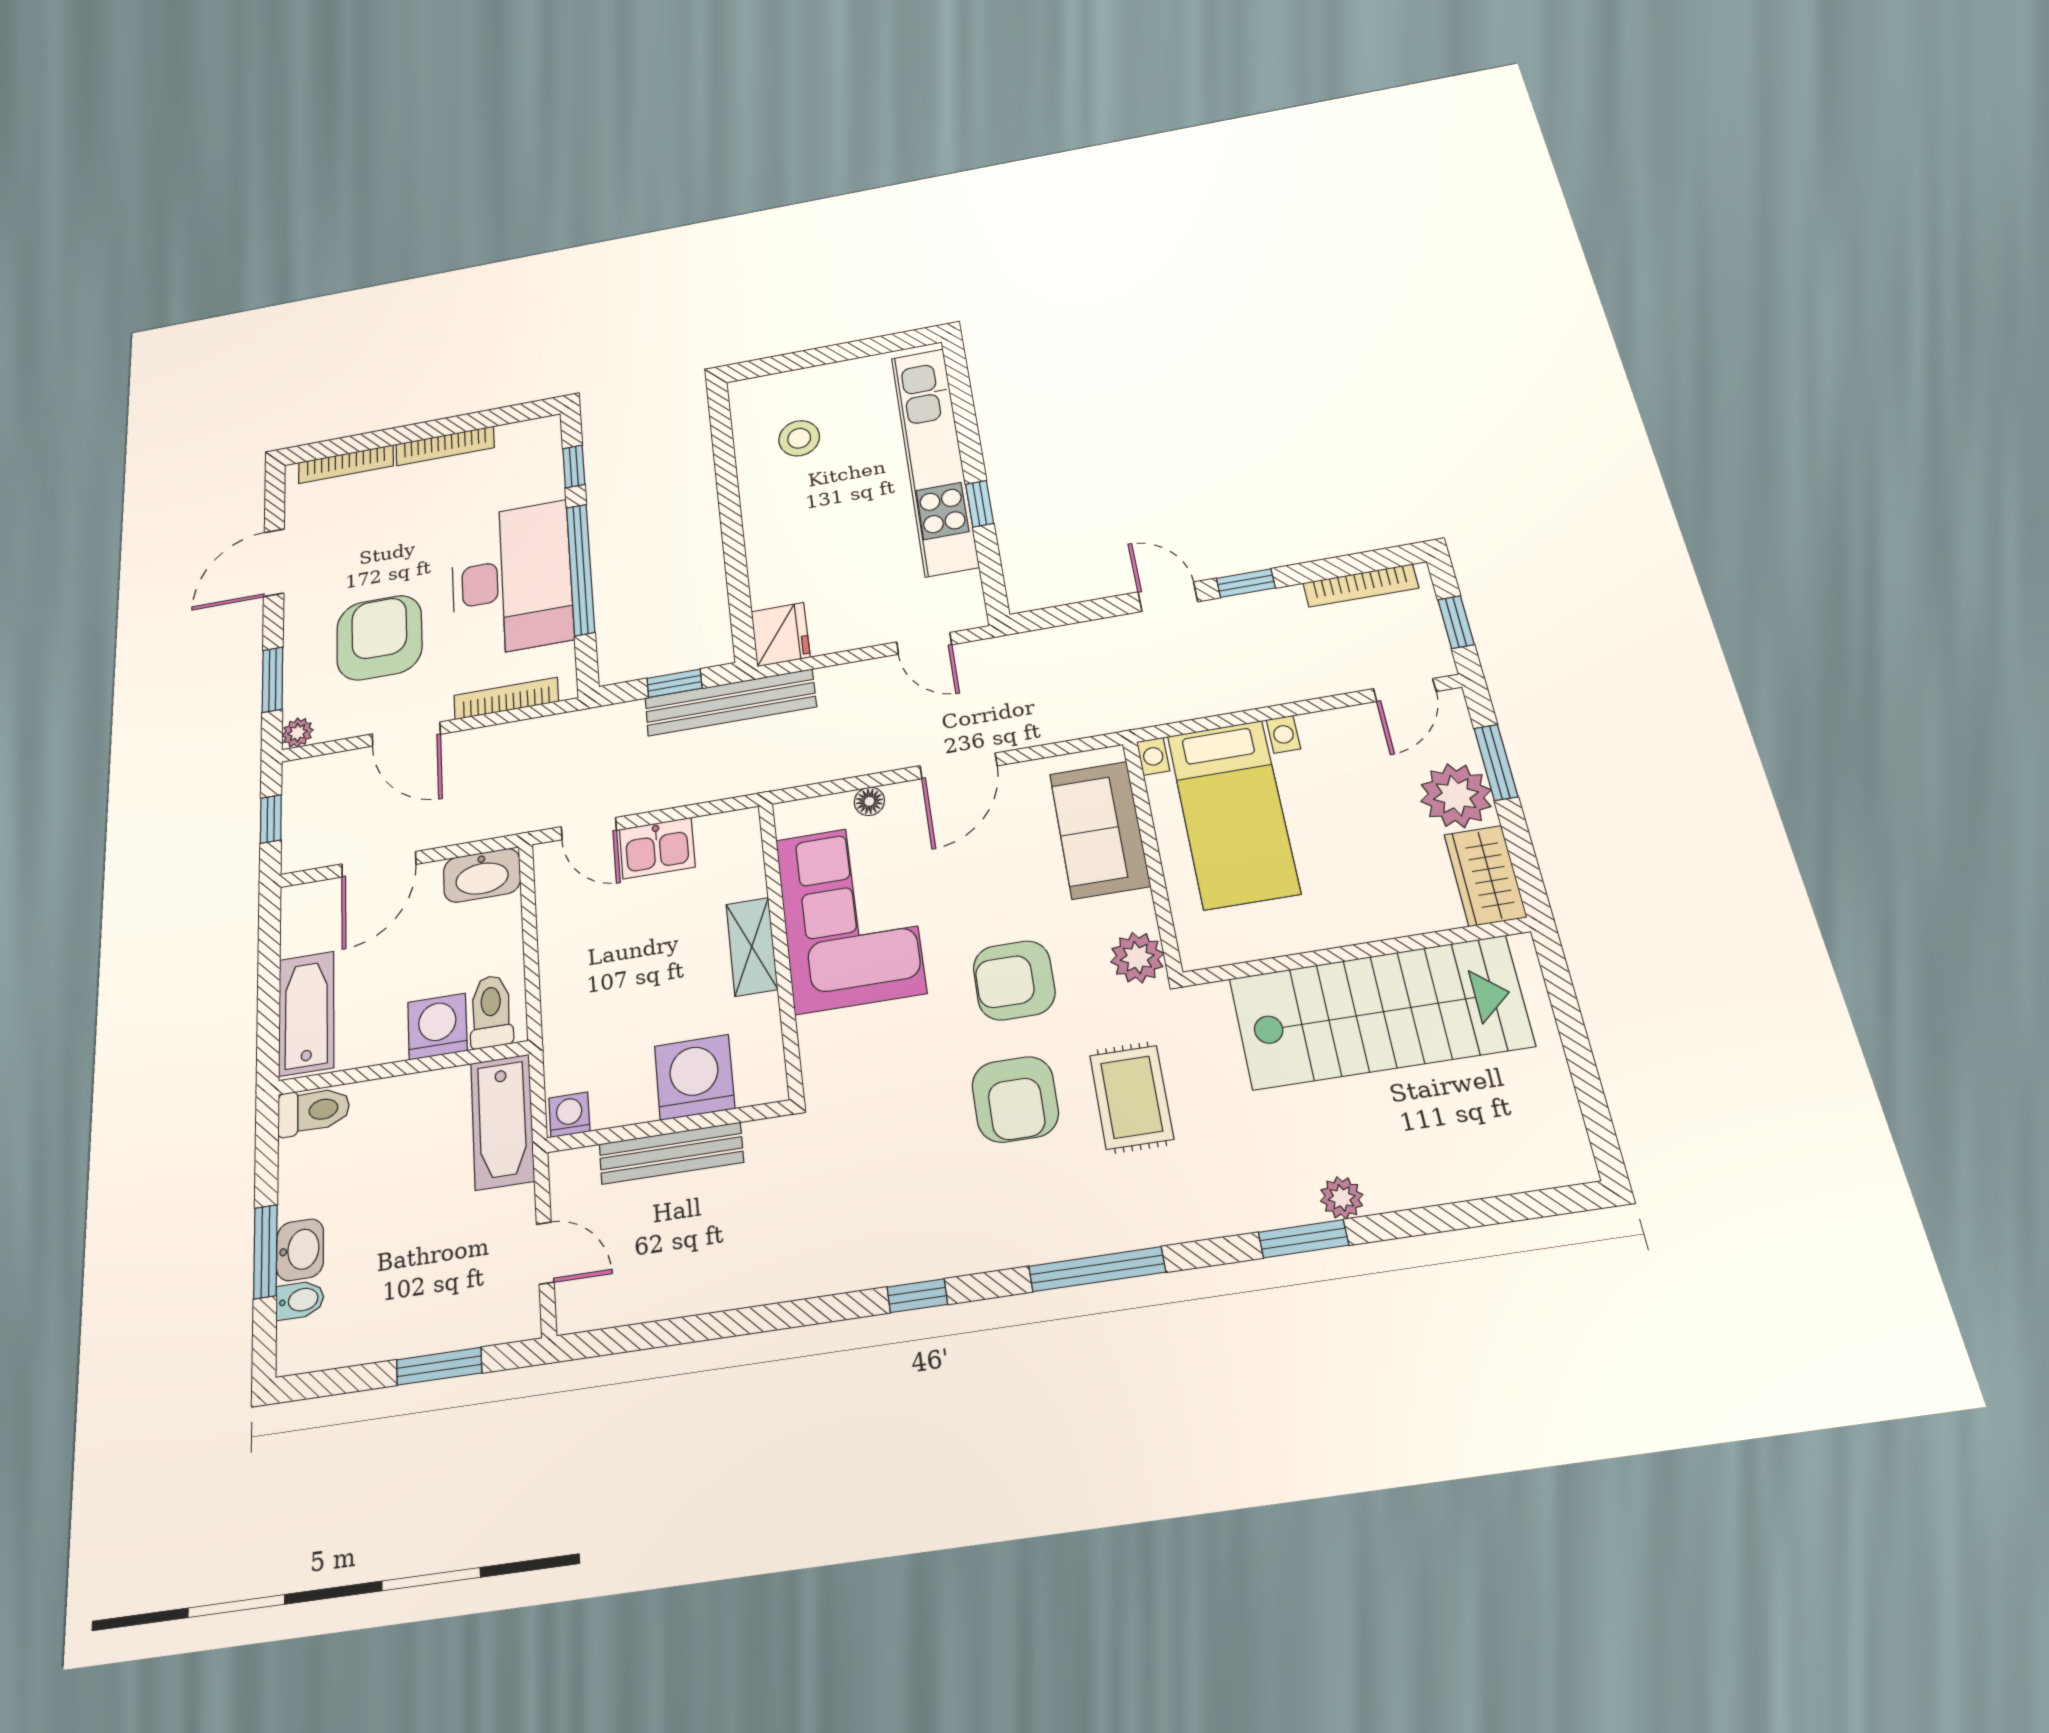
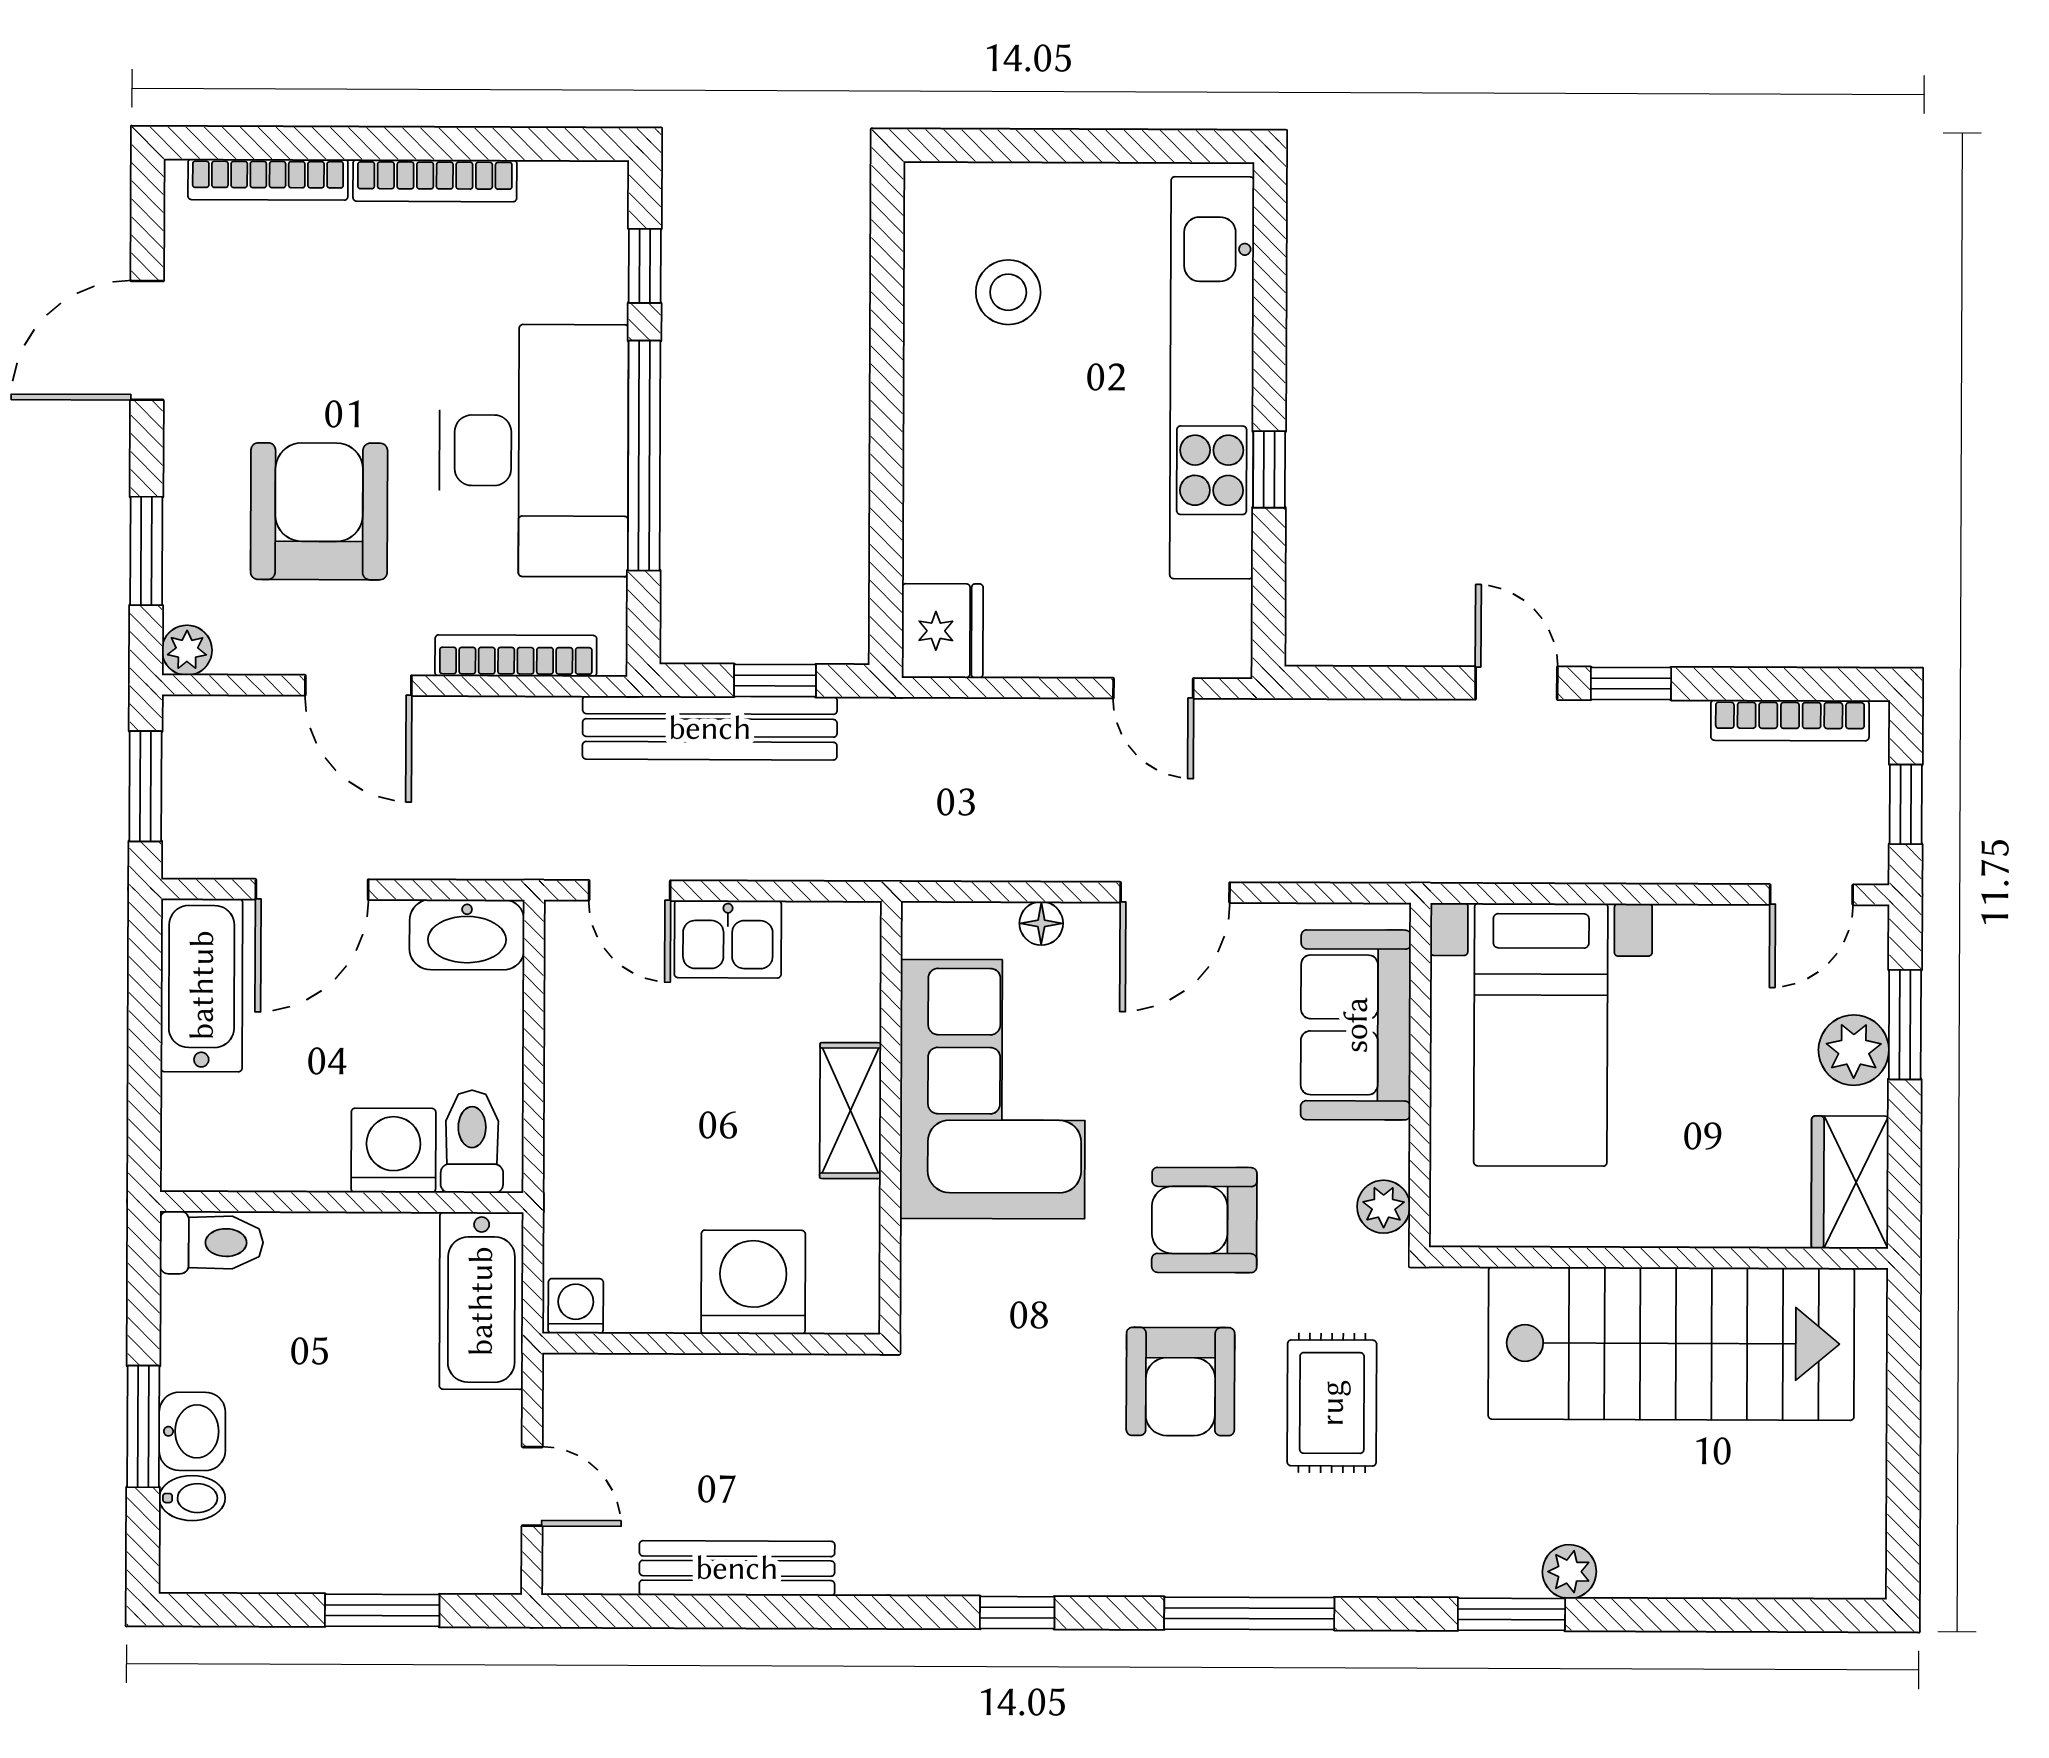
bench: (730, 702) -> (710, 728), moved
plant: (1456, 796) -> (1854, 1050), width x0.73, depth x0.73
window: (271, 819) -> (145, 786), width x1.50
plant: (1137, 958) -> (1384, 1207), width x0.73, depth x0.73
bathtub: (306, 1013) -> (202, 985), moved
bench: (671, 1153) -> (737, 1568), moved

